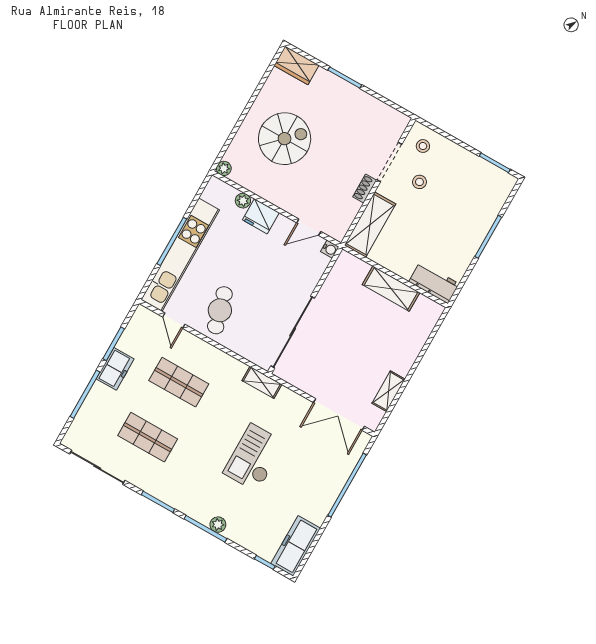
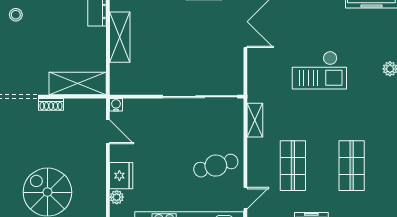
stool: (419, 182) -> (16, 15), moved
shelving: (262, 382) -> (255, 120), moved

